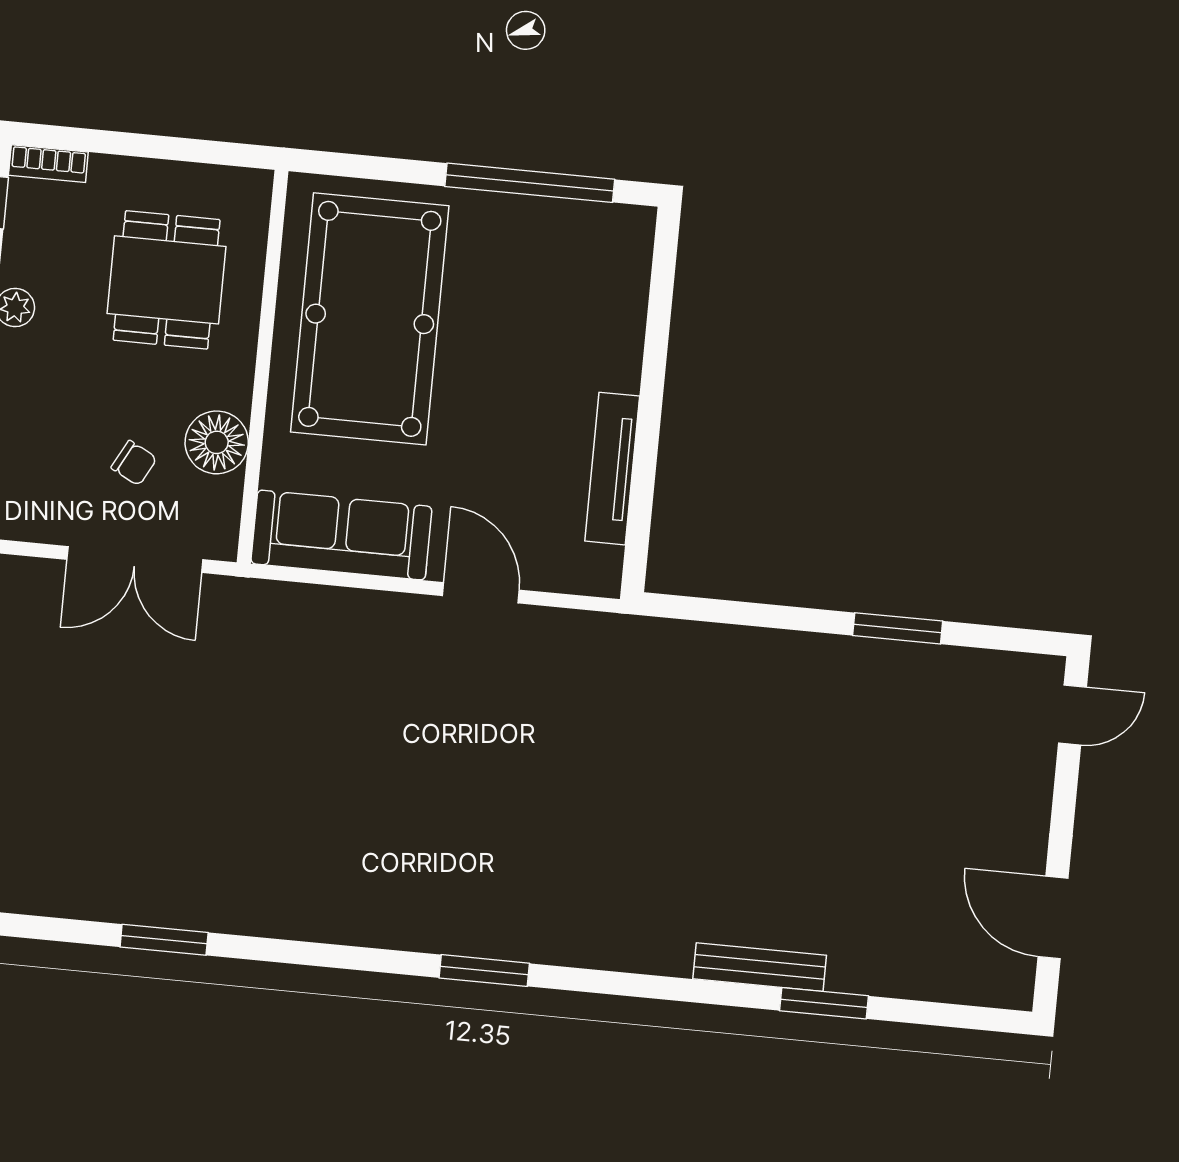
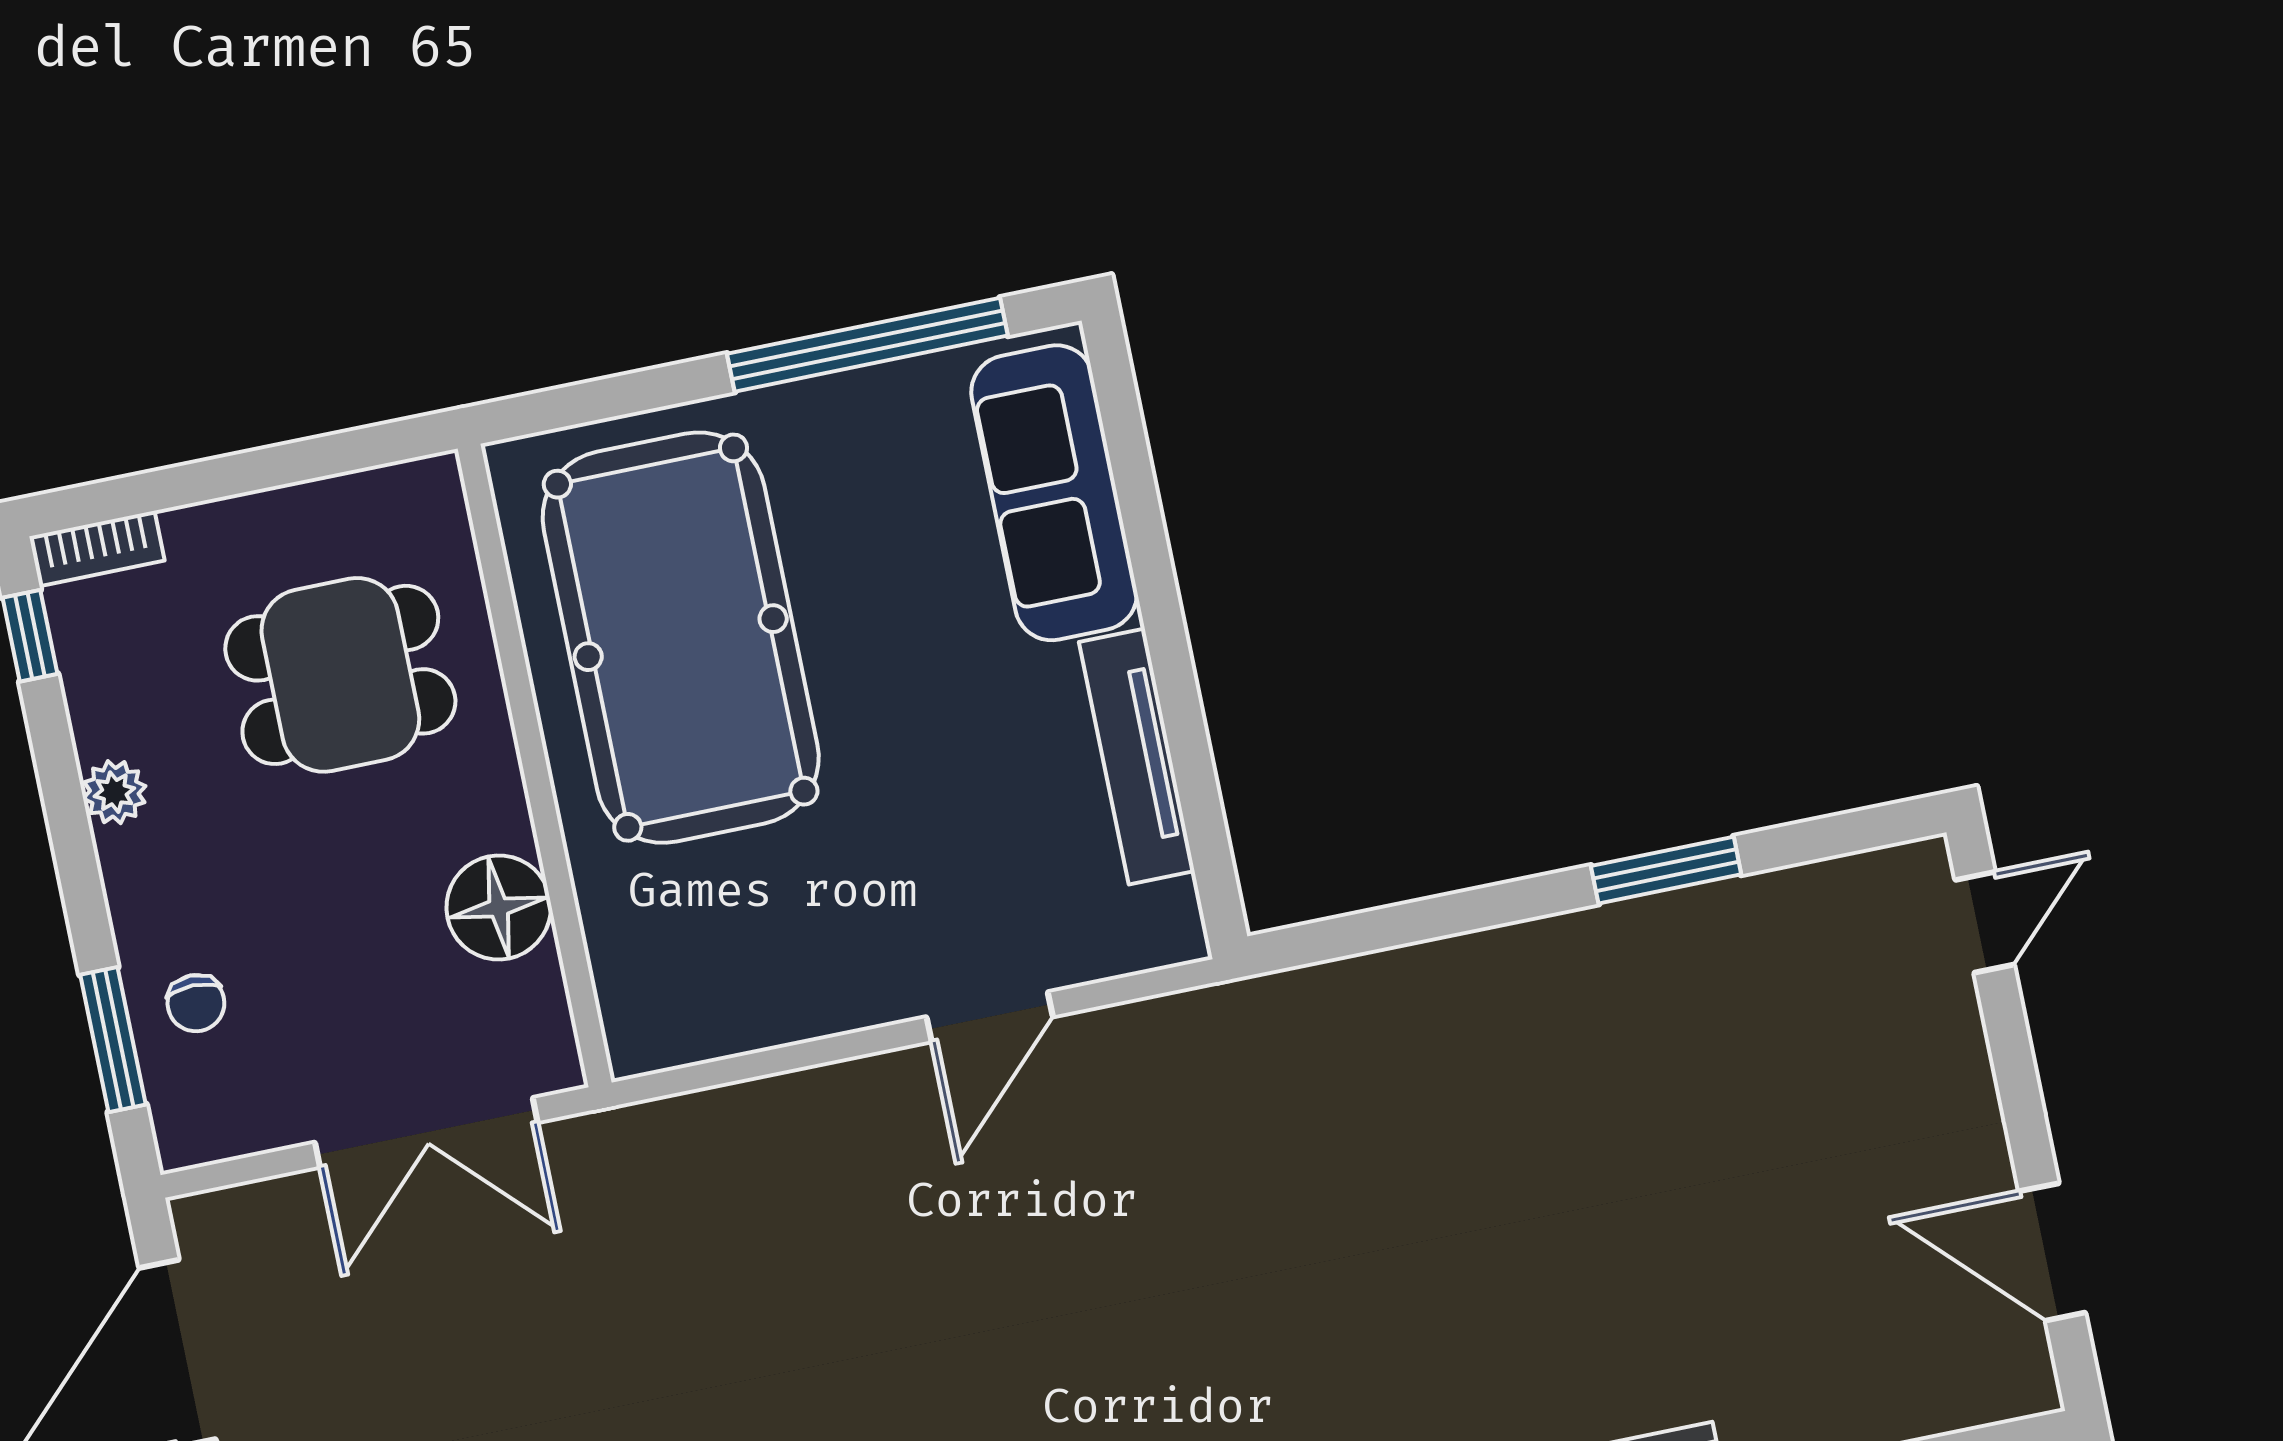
dining table: (167, 280) -> (340, 675), turned 90
chair: (134, 463) -> (196, 1003), moved, turned 62
sofa: (341, 535) -> (1054, 493), moved, turned -90
door: (481, 593) -> (990, 1017), swing flipped

